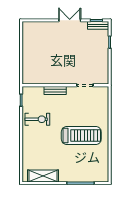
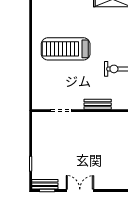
double door: (70, 20) -> (80, 191), swing flipped

